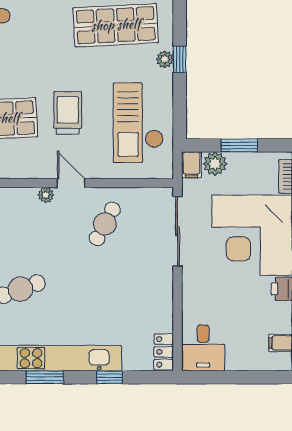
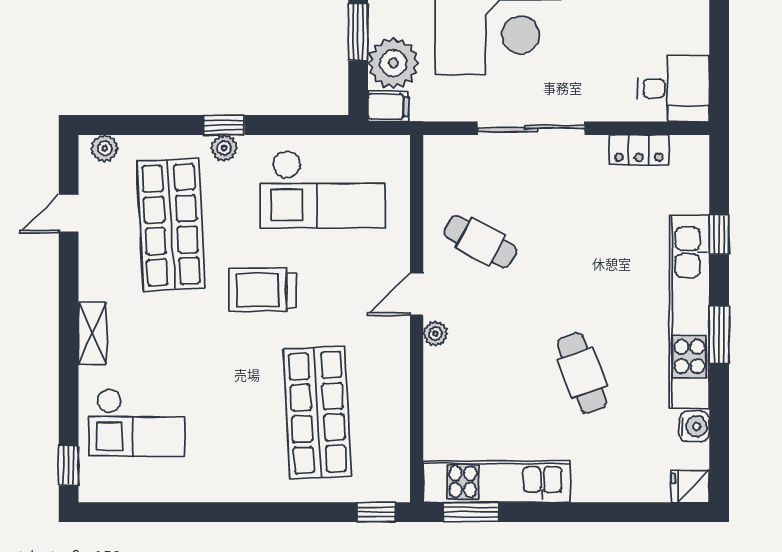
trolley: (68, 113) -> (262, 290), moved
plant: (215, 164) -> (393, 63), width x1.36, depth x1.36
sliding door: (178, 231) -> (531, 128), moved
locker: (164, 352) -> (639, 150), moved

